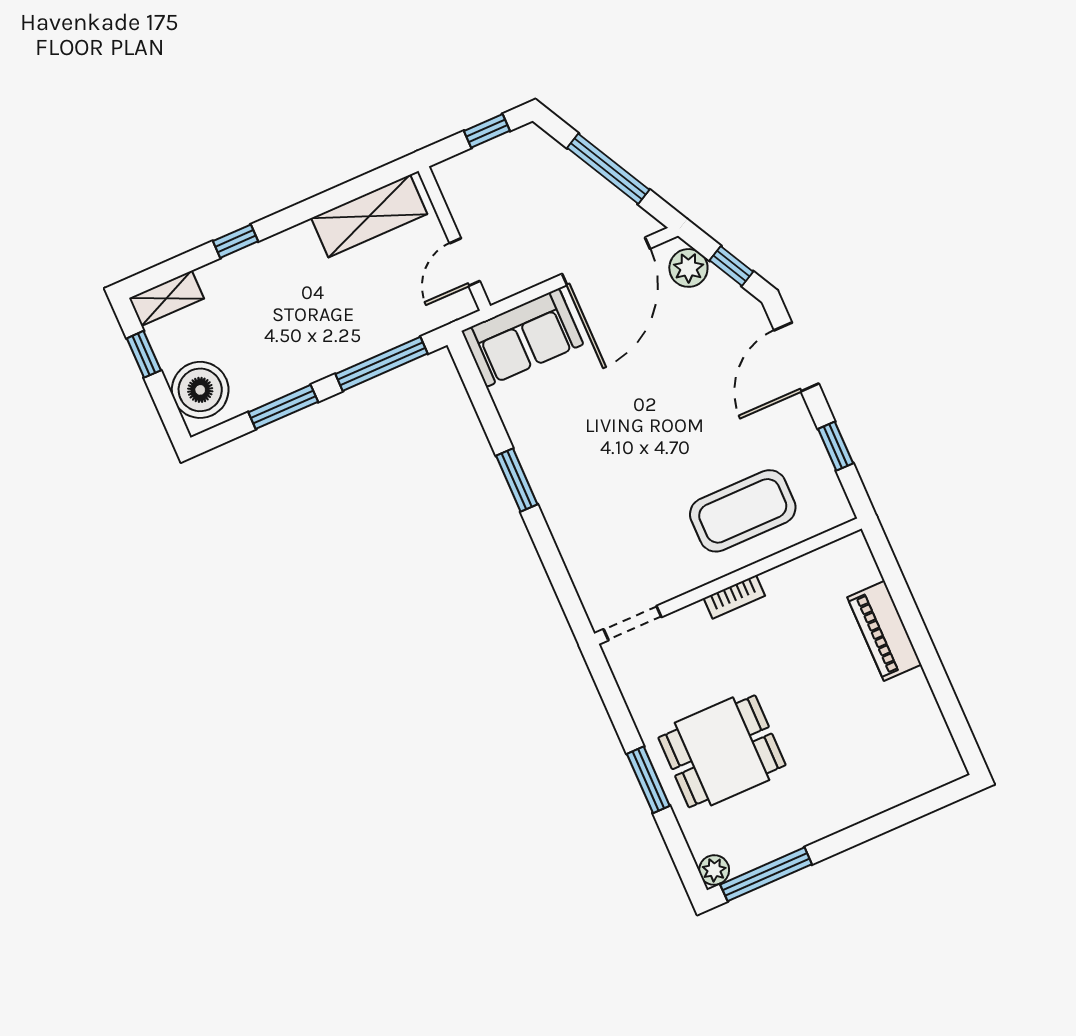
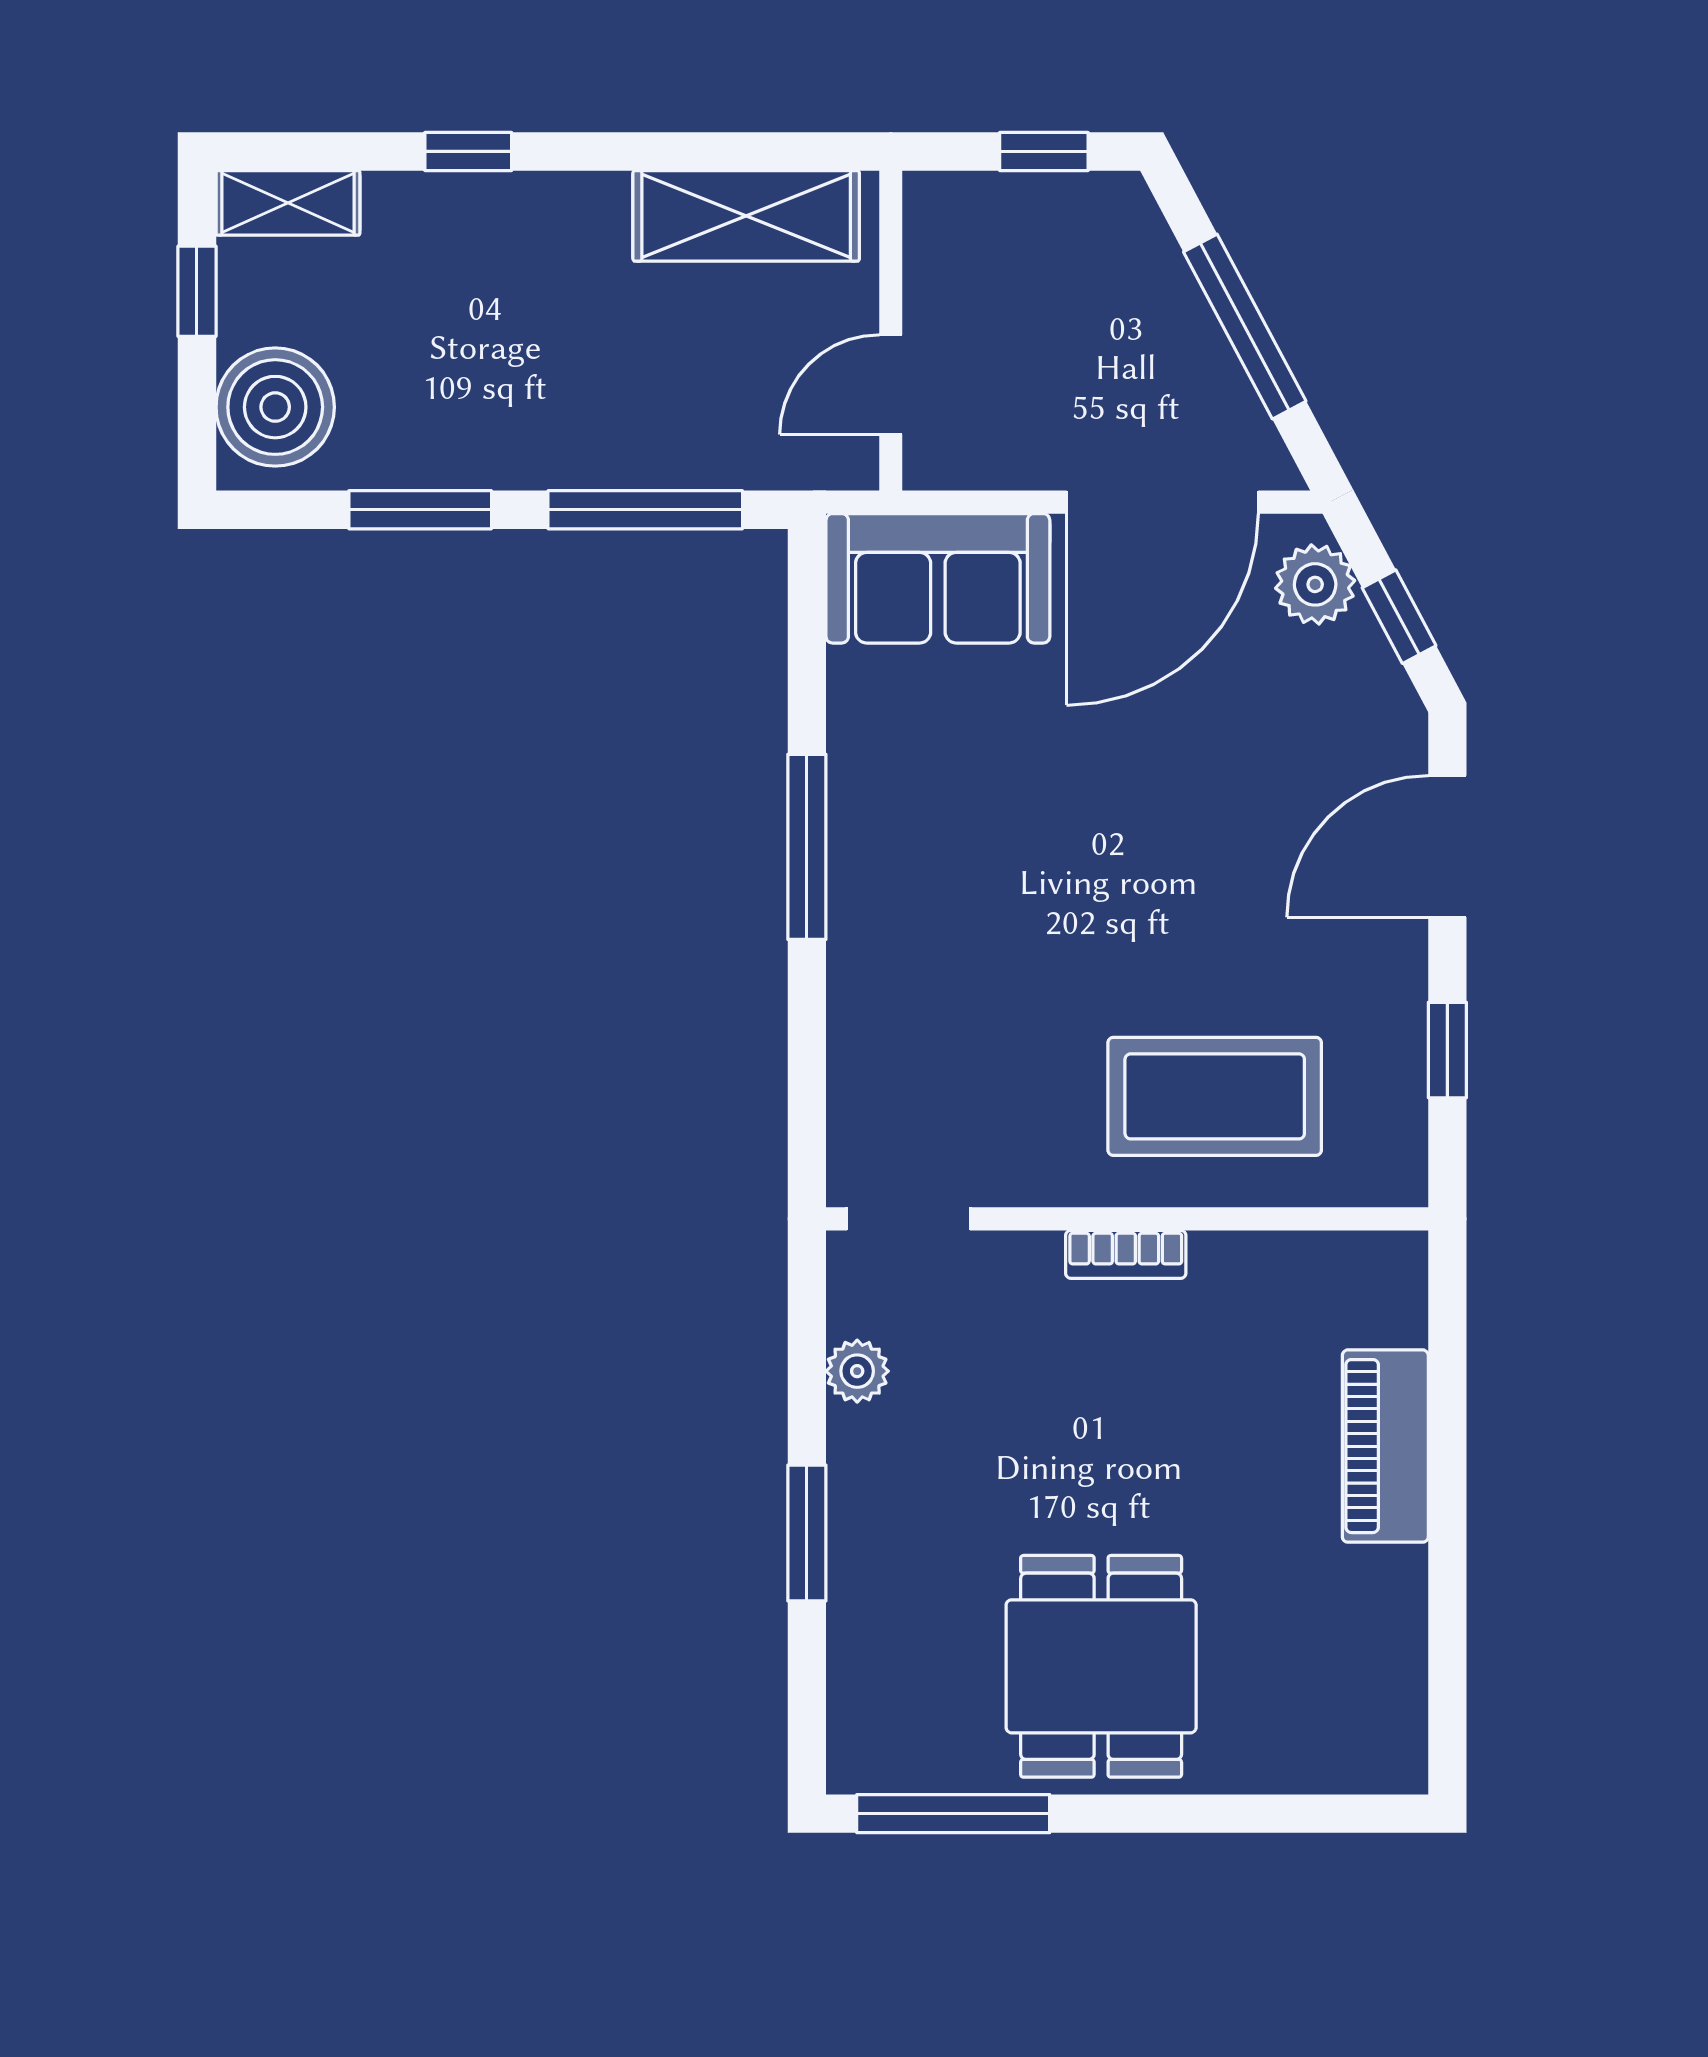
window: (517, 480) -> (807, 847), width x1.44
dining table: (722, 751) -> (1101, 1666), moved, turned 90
plant: (714, 870) -> (857, 1371), moved

